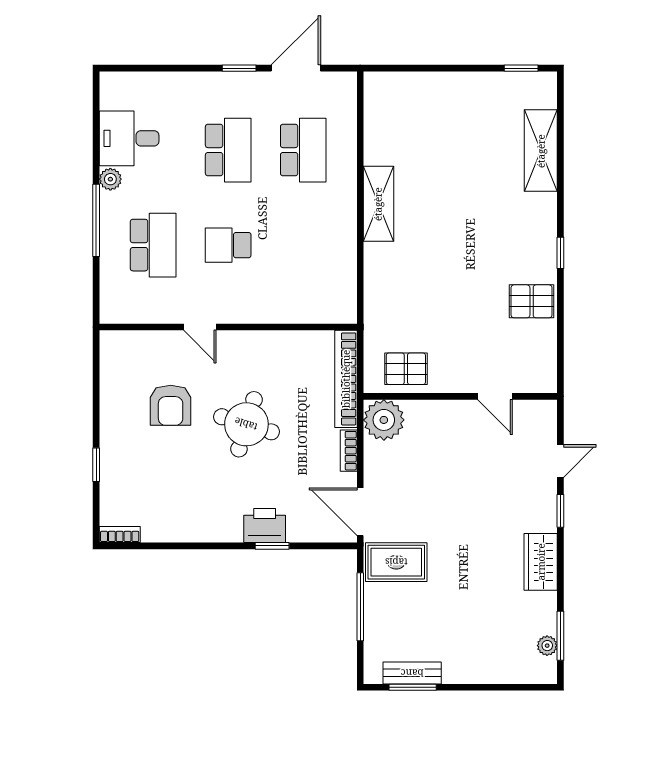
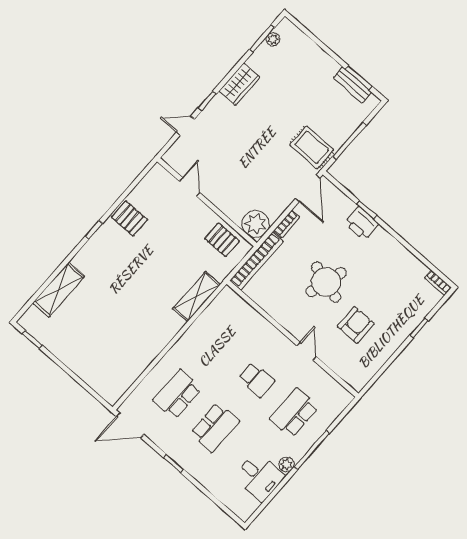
door: (296, 68) -> (130, 425), moved
school desk: (228, 150) -> (215, 427), turned 180
shelving: (378, 204) -> (196, 297), moved

